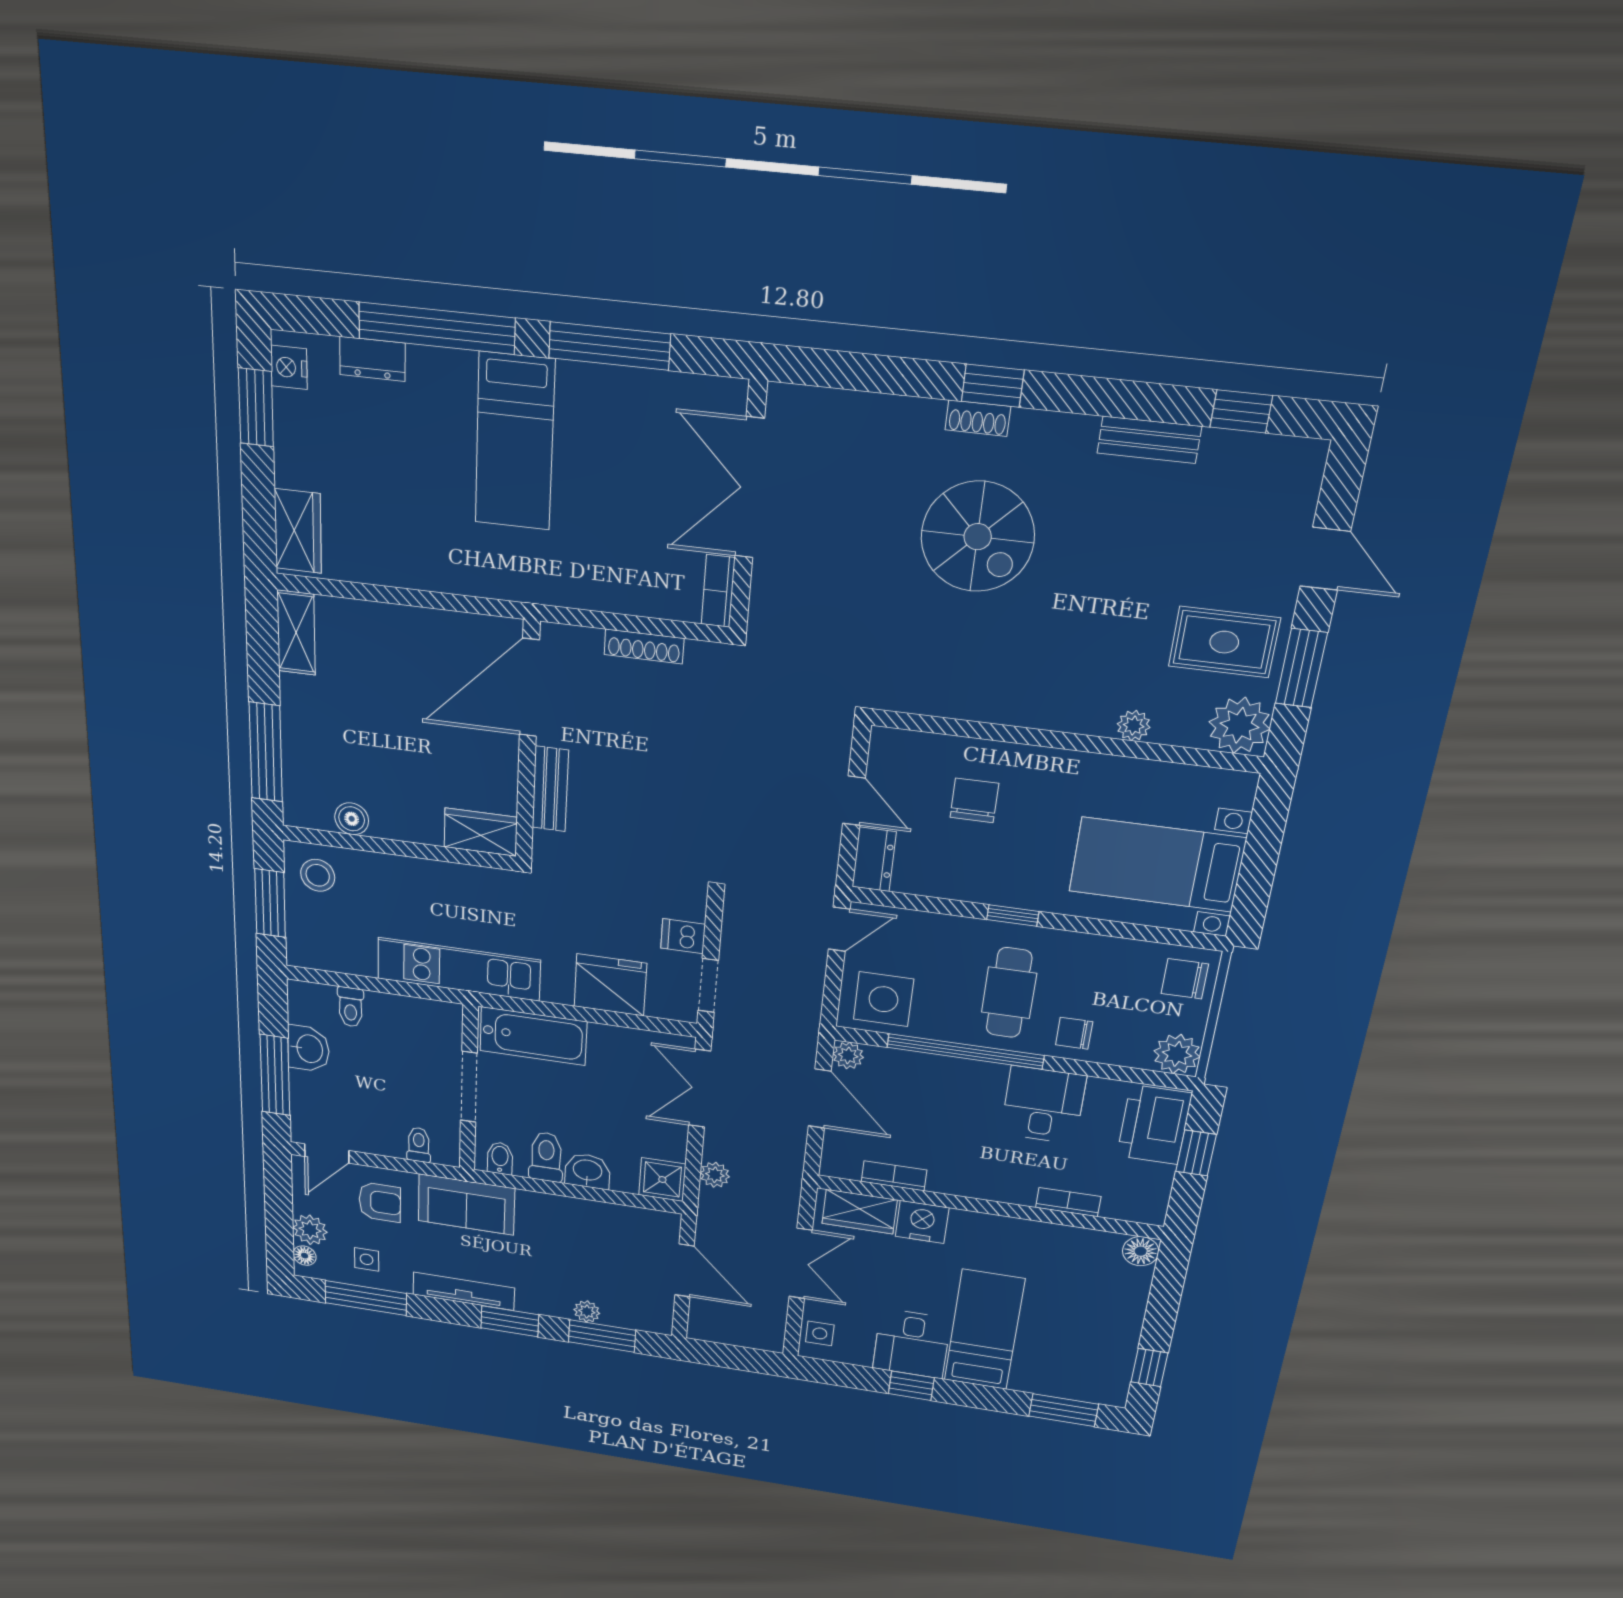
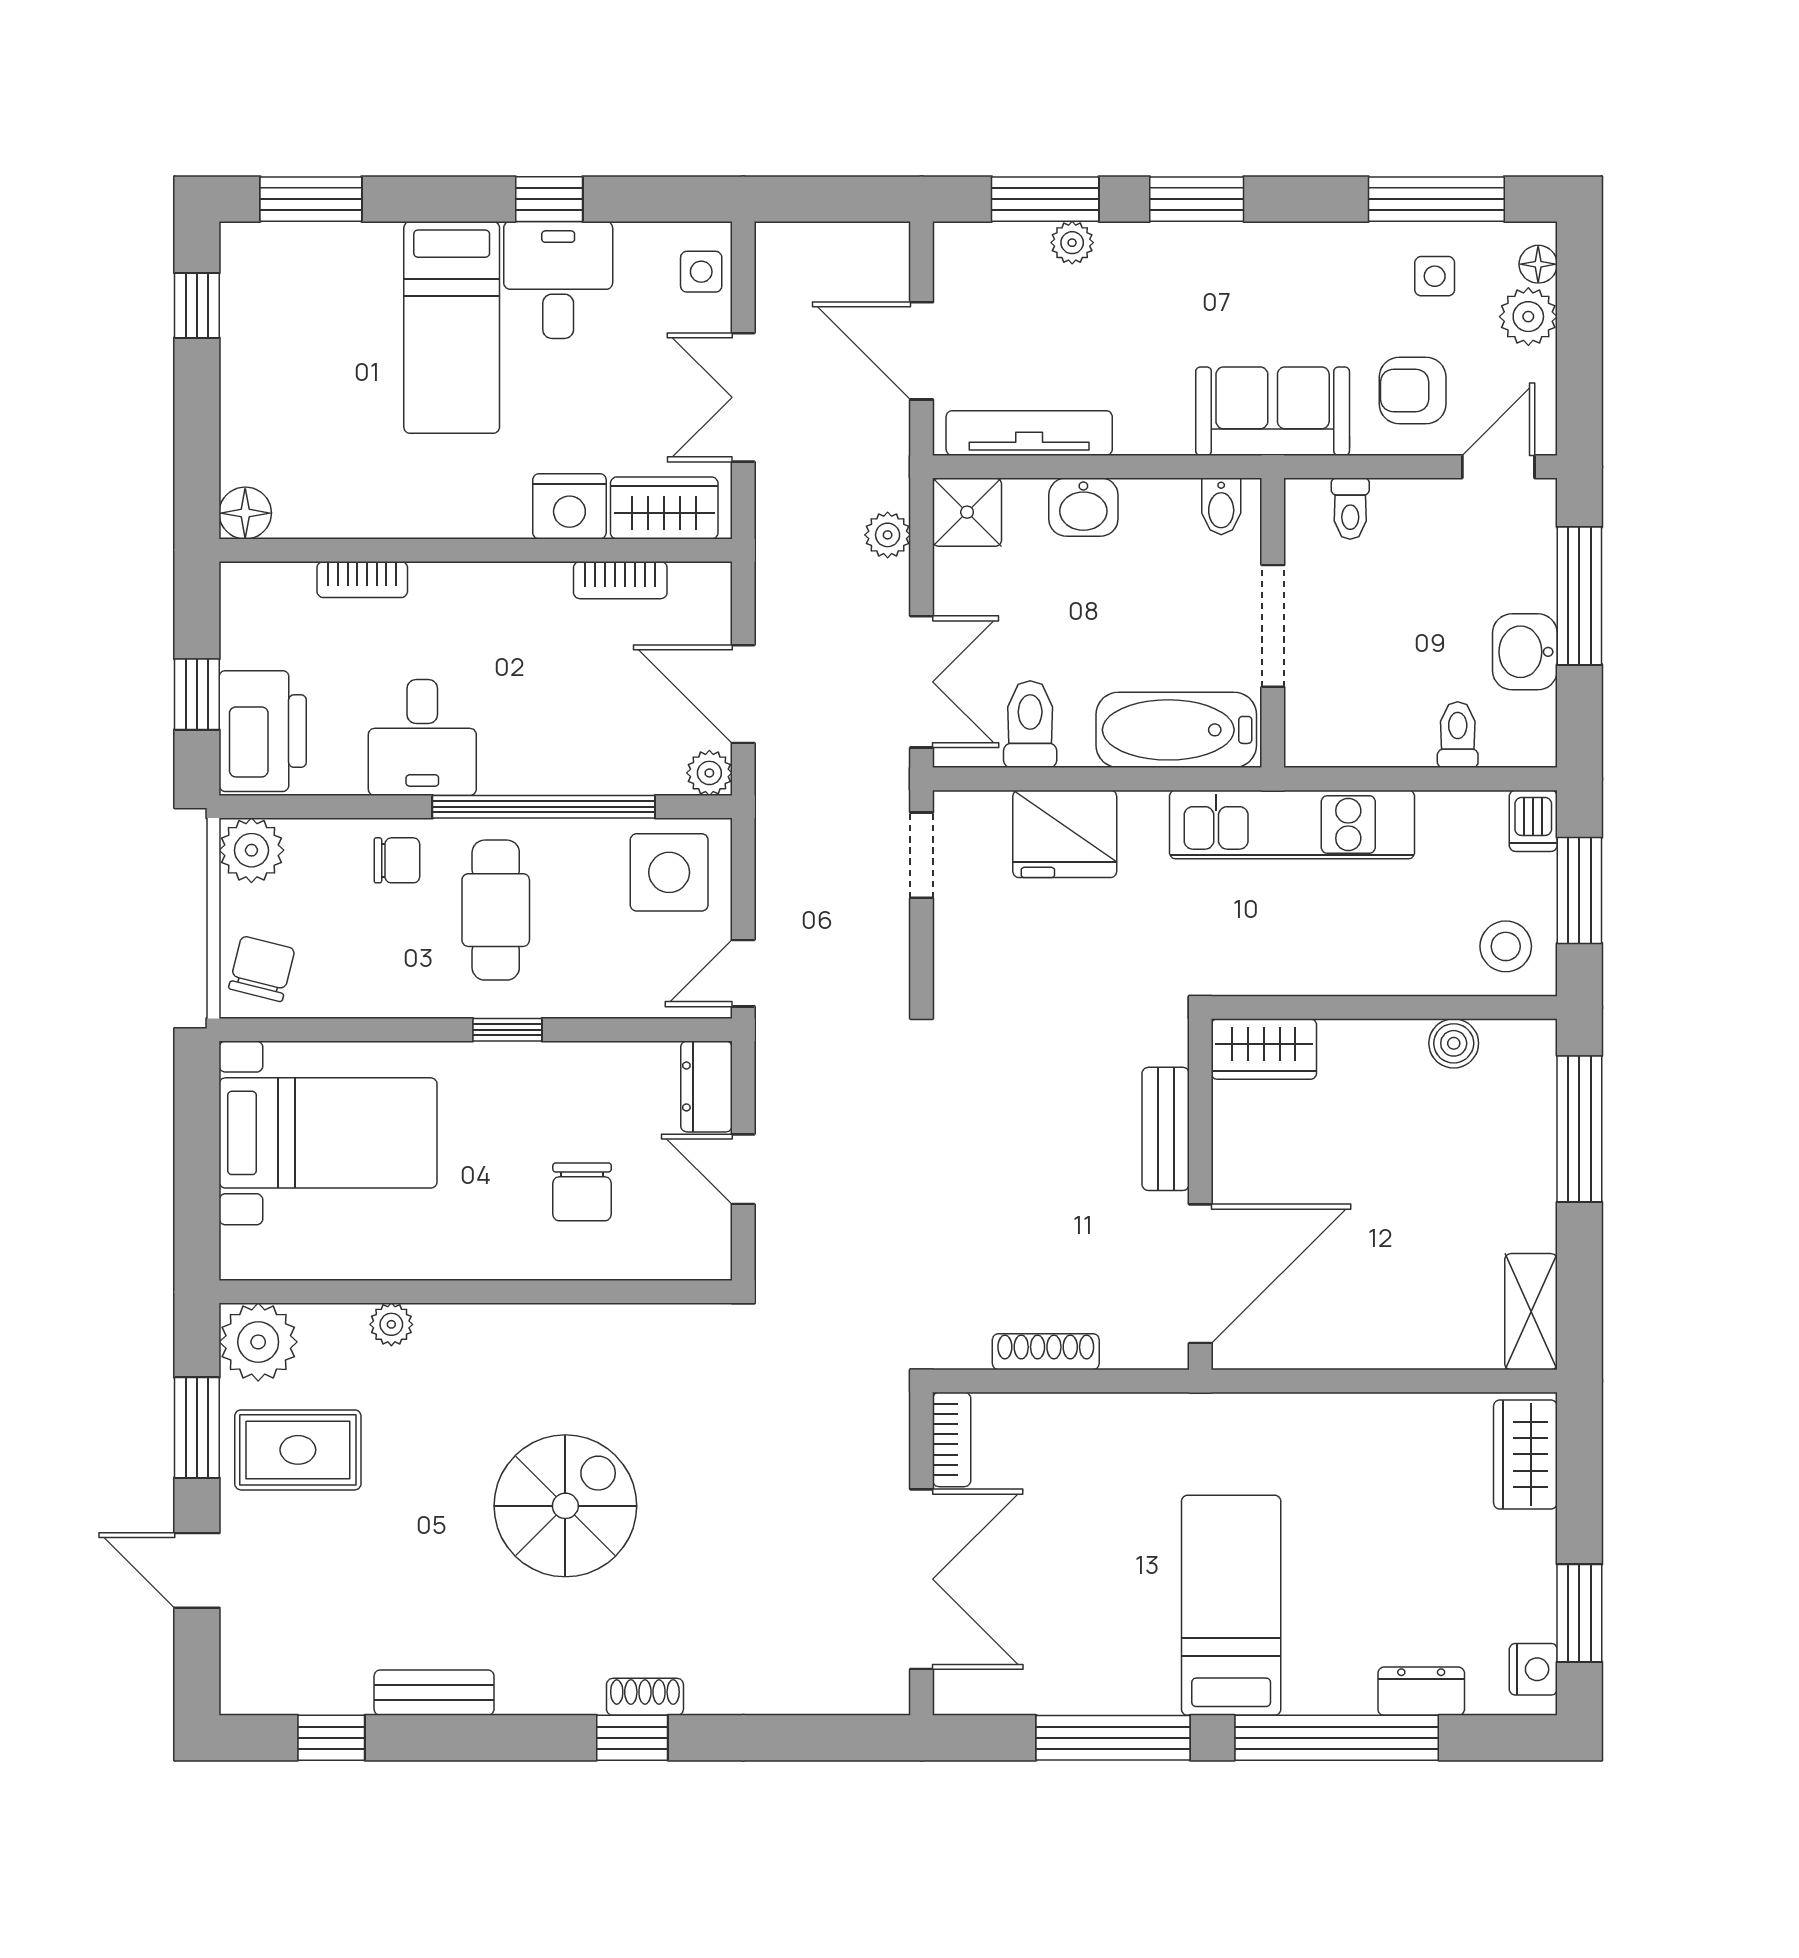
spiral stairs: (978, 537) -> (565, 1506), moved, turned 90
dishwasher: (683, 936) -> (1533, 821), moved, turned 90
chair: (1185, 979) -> (262, 969), turned -76
toilet: (546, 1157) -> (1030, 724), moved, turned 180
tv unit: (464, 1291) -> (1029, 433), moved, turned 180

